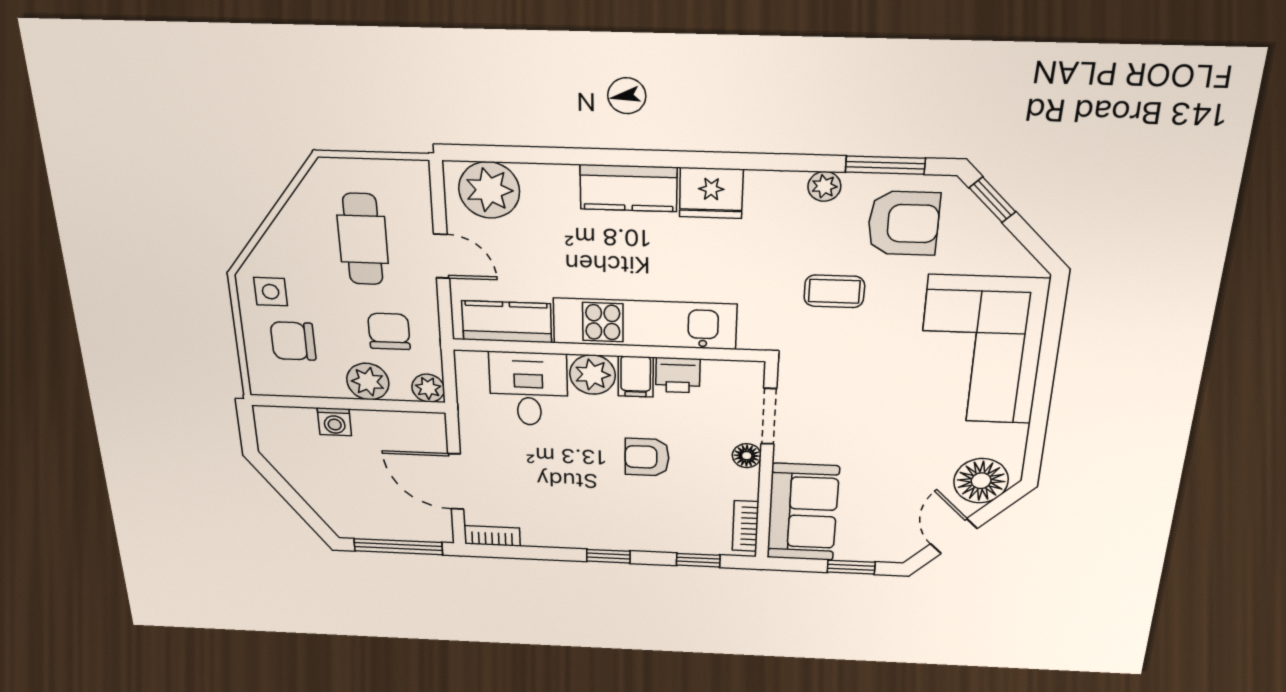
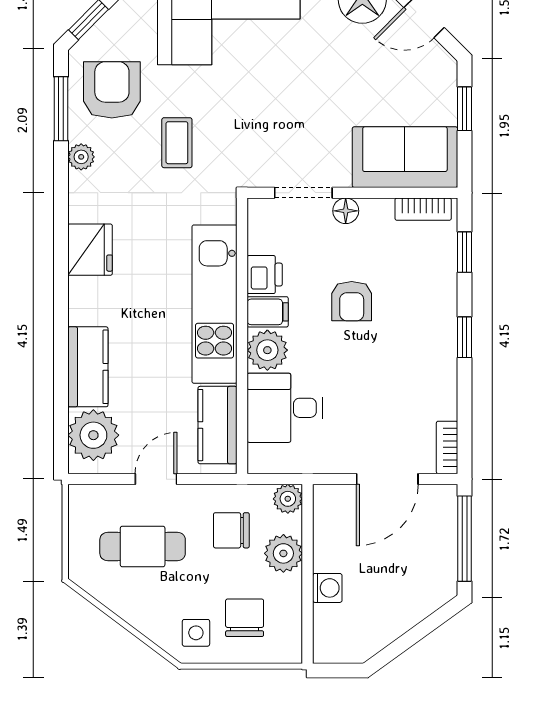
kitchen counter: (628, 188) -> (88, 367), moved
chair: (293, 341) -> (245, 618), turned 180

